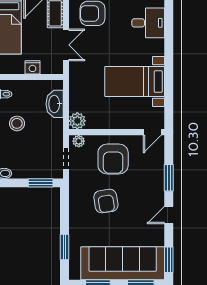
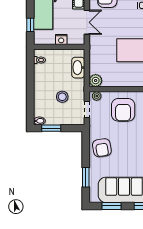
stool: (17, 123) -> (62, 97), moved
window: (41, 183) -> (51, 128), moved
armchair: (106, 201) -> (102, 148), moved

